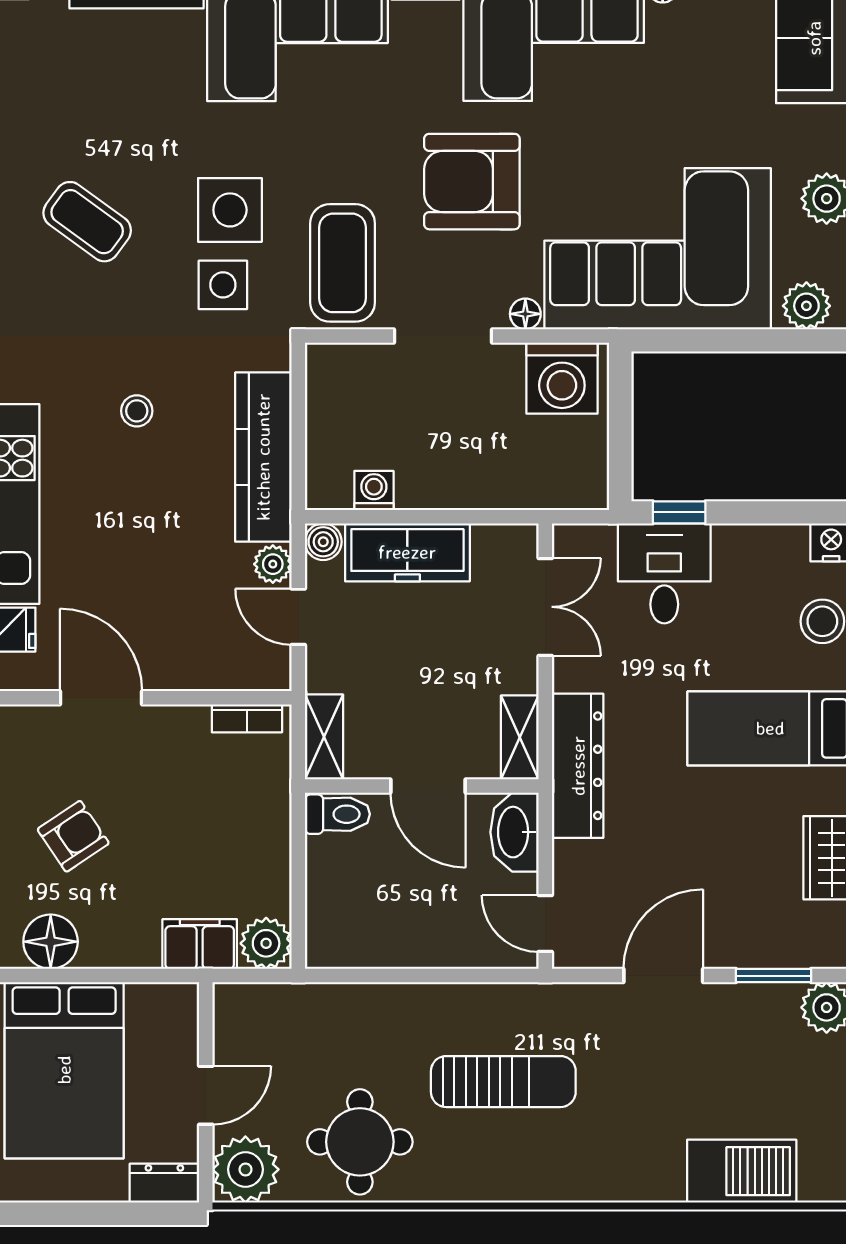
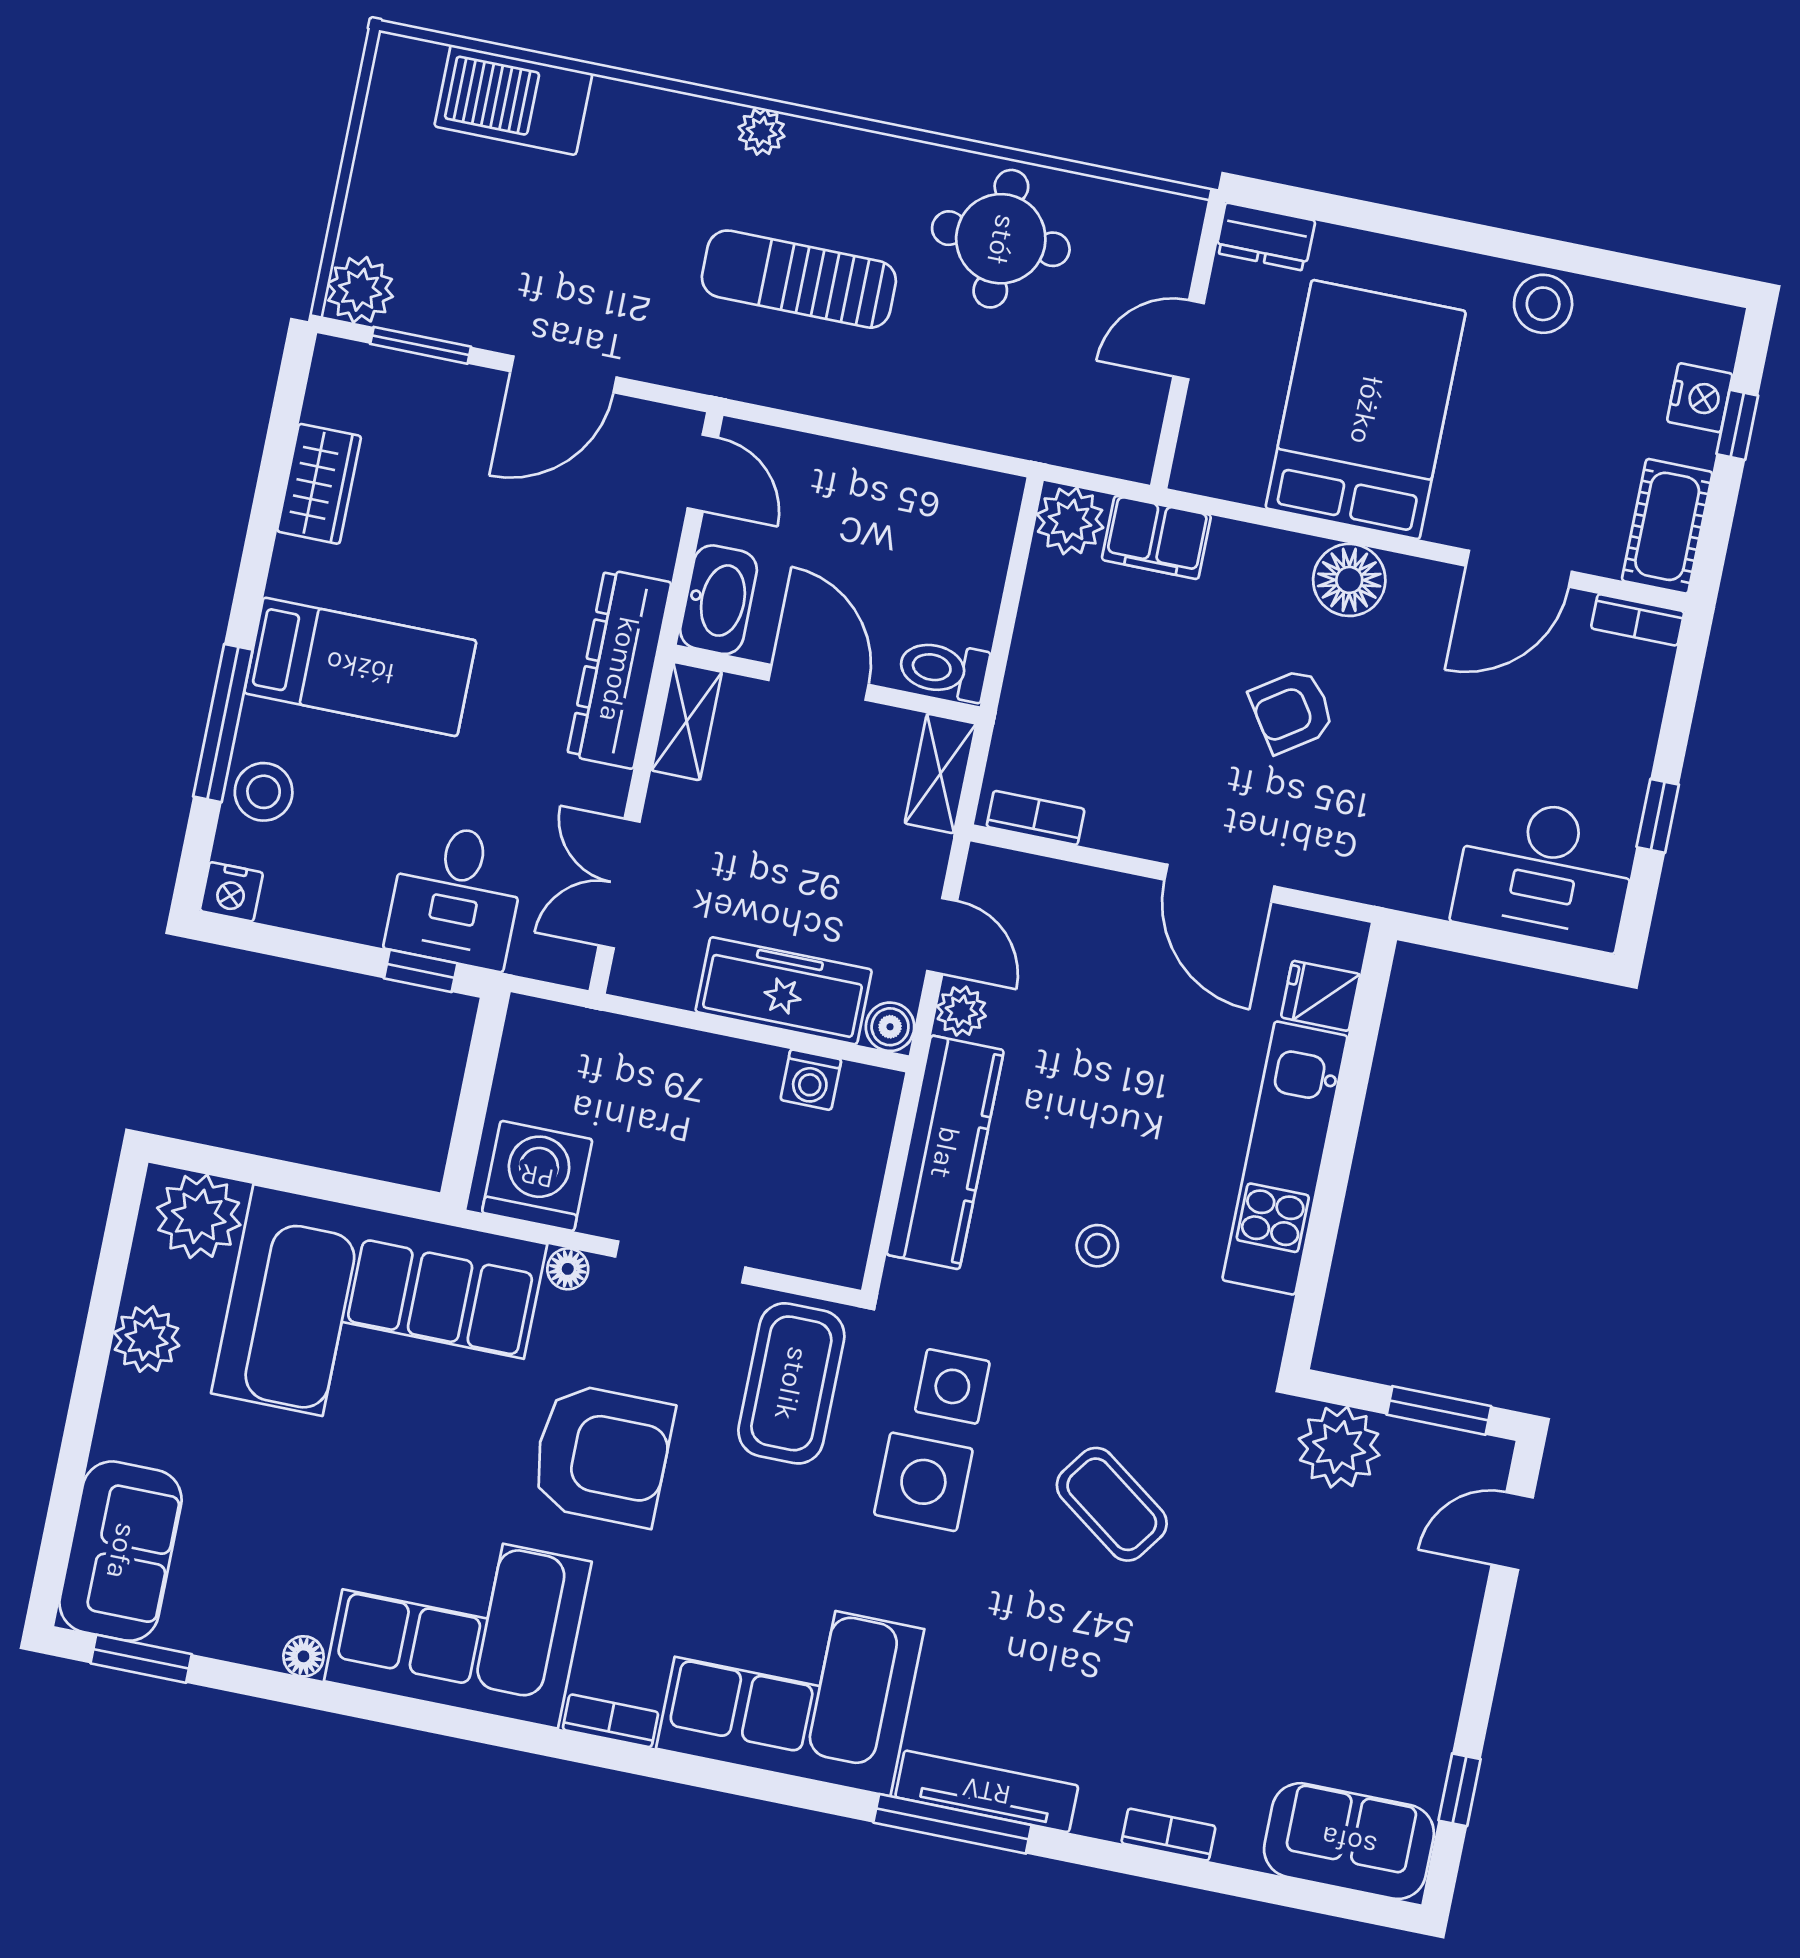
plant: (806, 306) -> (199, 1216), width x1.36, depth x1.36
plant: (245, 1169) -> (761, 132), moved, width x0.53, depth x0.53

